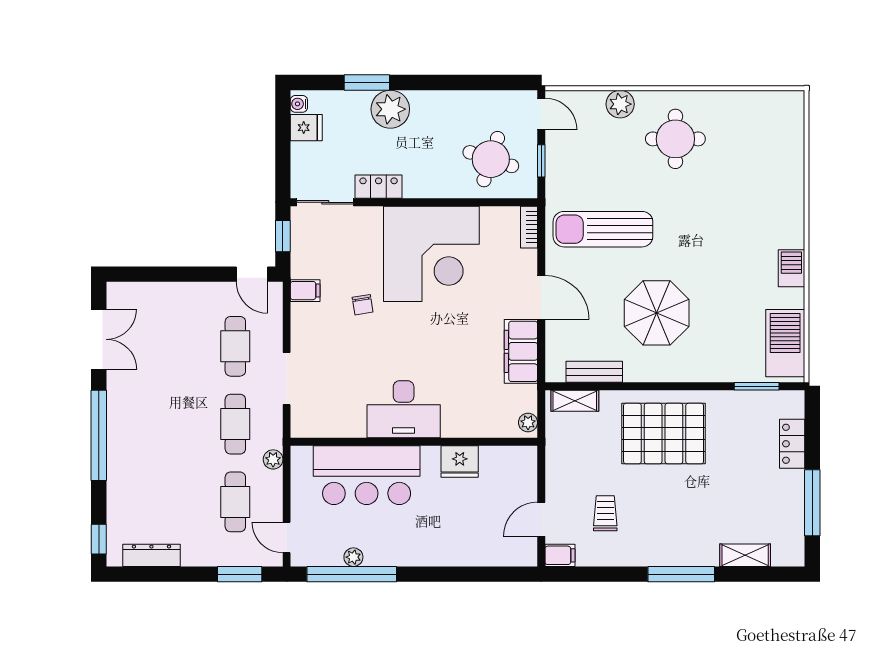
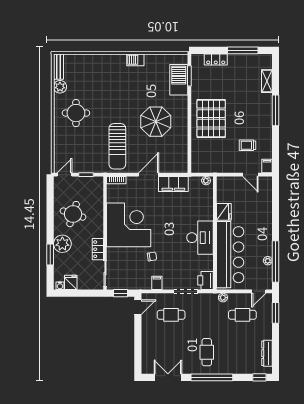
plant: (620, 104) -> (60, 87), moved
round table: (491, 159) -> (73, 214), moved
filing cabinet: (305, 291) -> (157, 283), moved
barbecue: (785, 343) -> (179, 80), moved, turned 90
bench: (594, 372) -> (58, 67), moved
shelving: (575, 401) -> (196, 159), removed
printer: (310, 421) -> (206, 280), added
cafe table: (235, 424) -> (207, 352), moved, turned 90
bar counter: (367, 475) -> (230, 255), width x1.36

